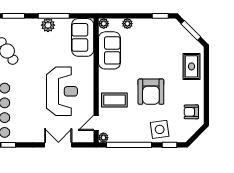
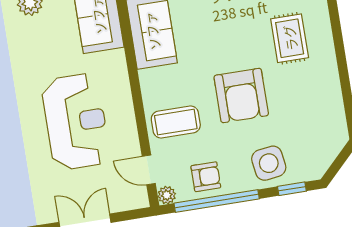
rug: (191, 66) -> (290, 38), moved
armchair: (191, 112) -> (206, 177), moved, turned 180
door: (96, 123) -> (149, 170), hinge flipped

